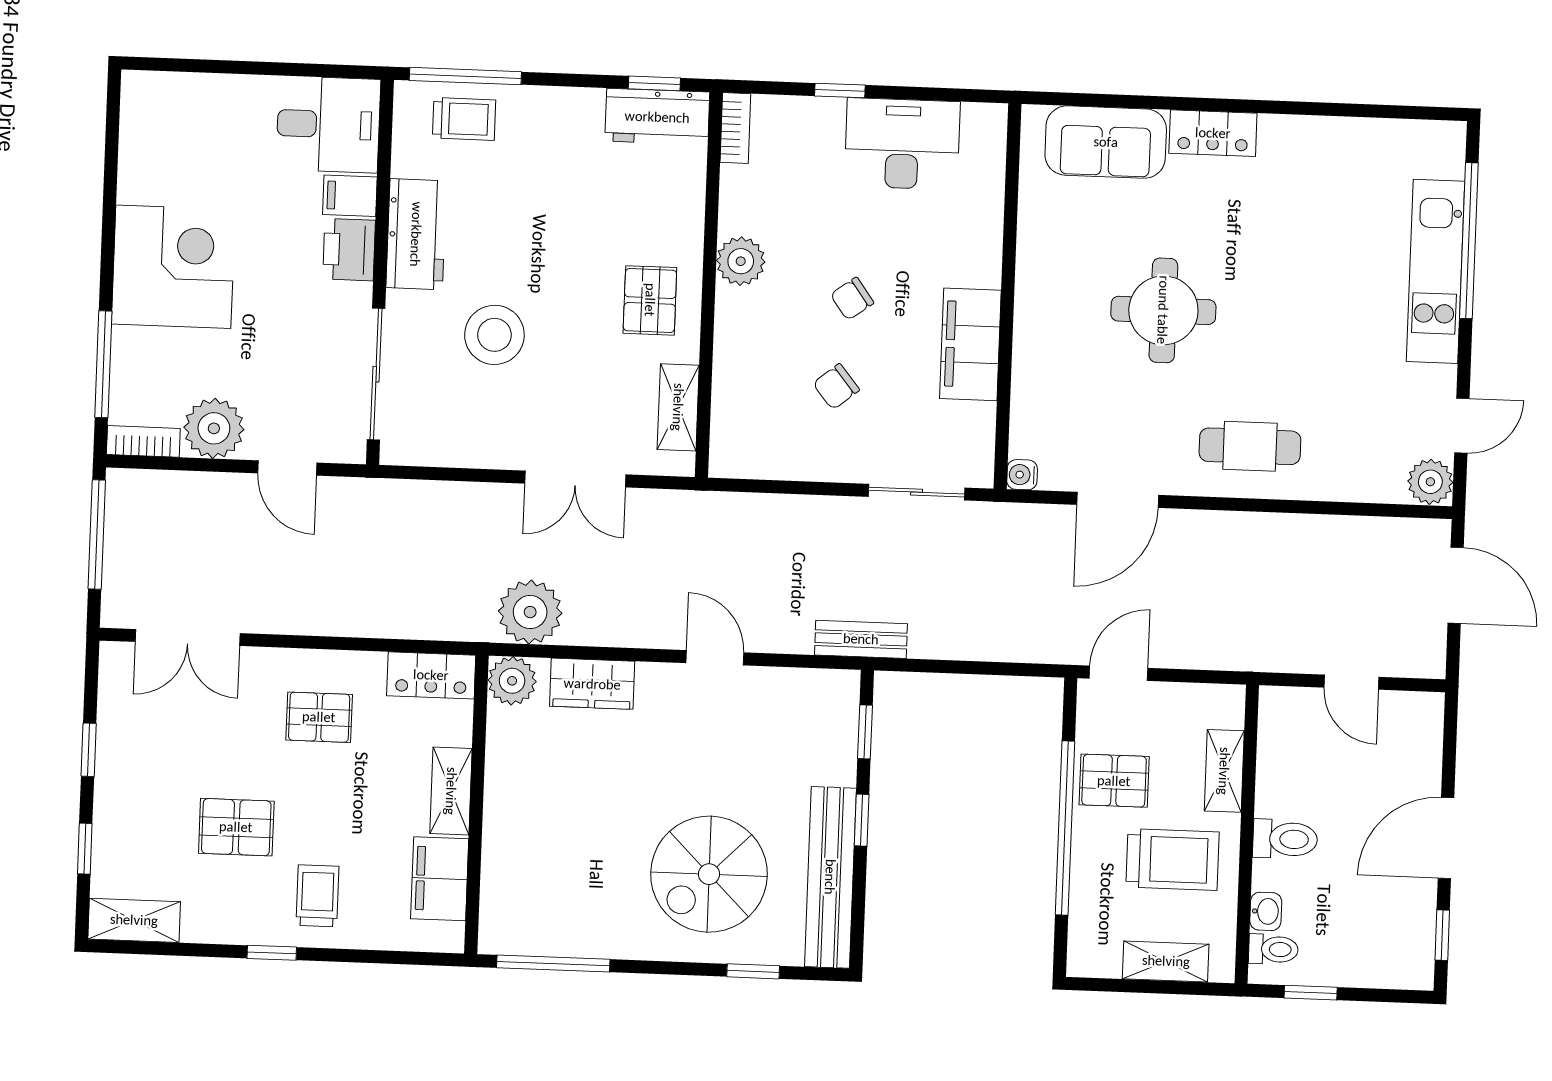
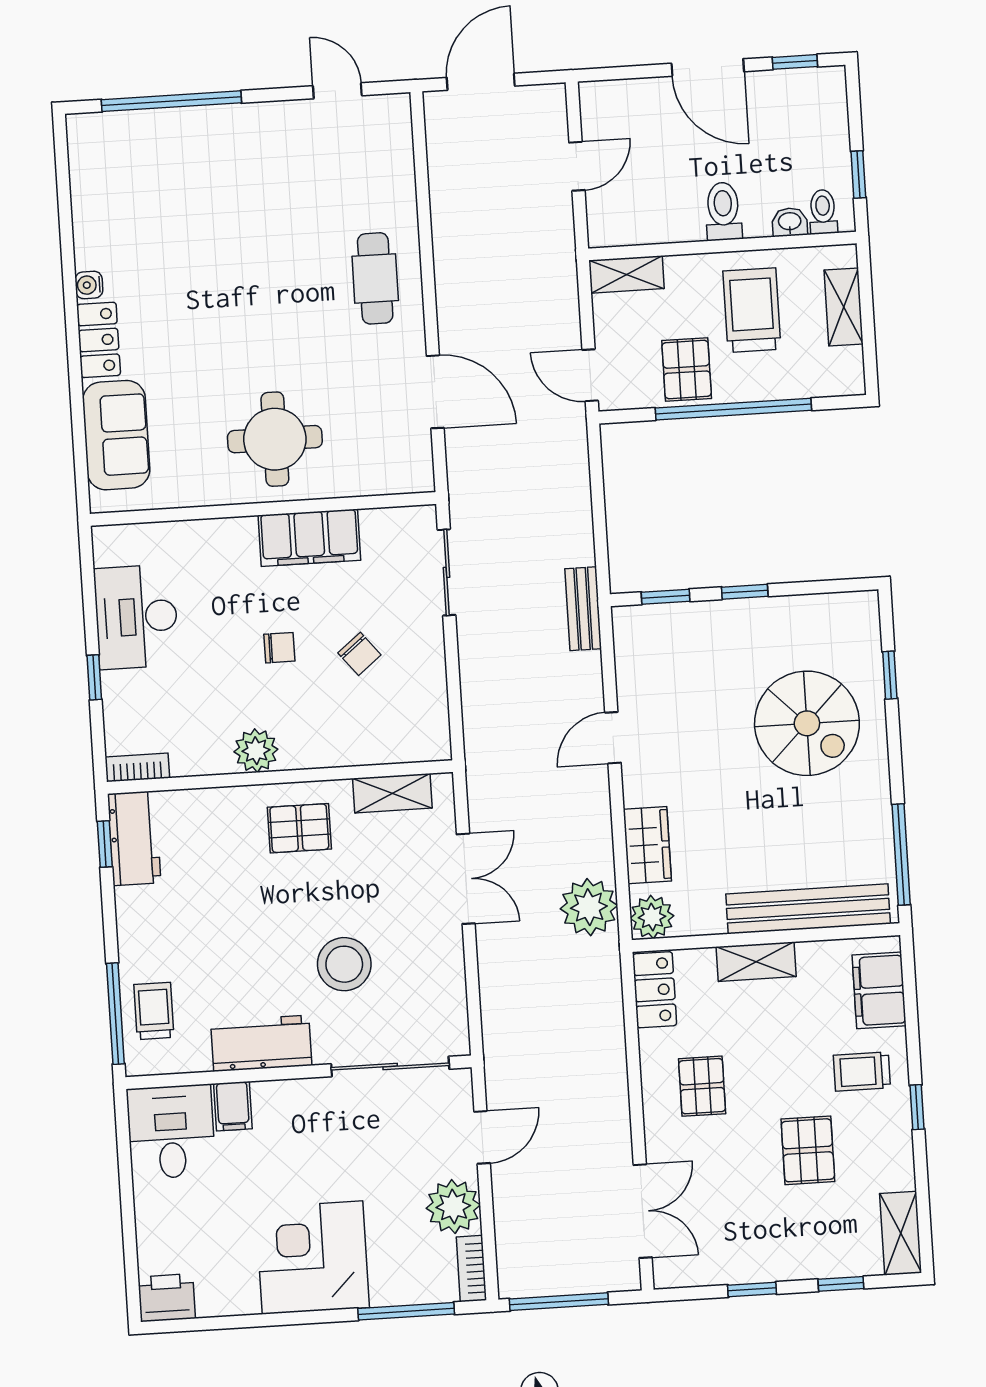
printer: (349, 250) -> (167, 1298), moved, turned 180
kitchen unit: (1435, 271) -> (202, 128), removed
chair: (852, 299) -> (279, 648), turned -54
round table: (1163, 310) -> (275, 439), moved
water cooler: (1022, 475) -> (89, 285), moved, turned 90
plant: (1430, 482) -> (391, 114), removed
shelving: (1224, 771) -> (626, 274), moved
bench: (830, 877) -> (808, 909), moved
filing cabinet: (440, 879) -> (879, 990), moved, turned 90

